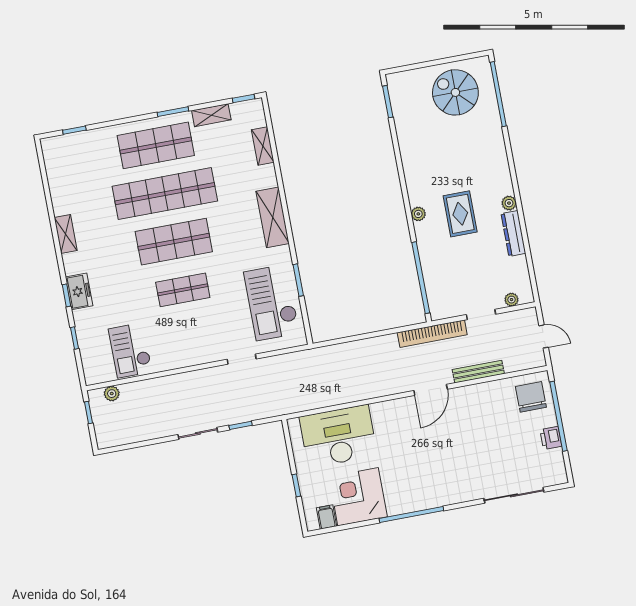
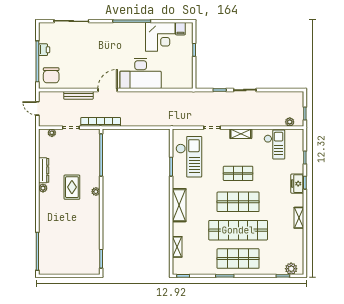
spiral stairs: (455, 92) -> (62, 257), removed
shelving: (211, 115) -> (241, 134), moved
plant: (63, 145) -> (291, 269), added
desk: (338, 436) -> (141, 73), moved

